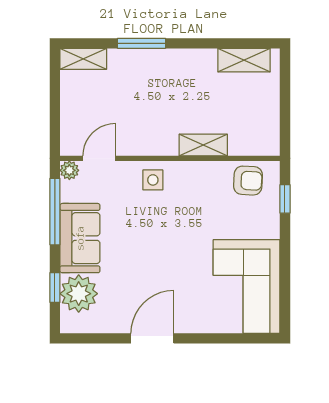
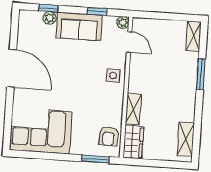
wardrobe: (255, 141) -> (133, 142), added
window: (285, 199) -> (95, 159), width x1.50
window: (55, 212) -> (97, 11), width x0.46
plant: (79, 294) -> (50, 18), width x0.53, depth x0.53
door: (152, 338) -> (12, 68), width x1.36

